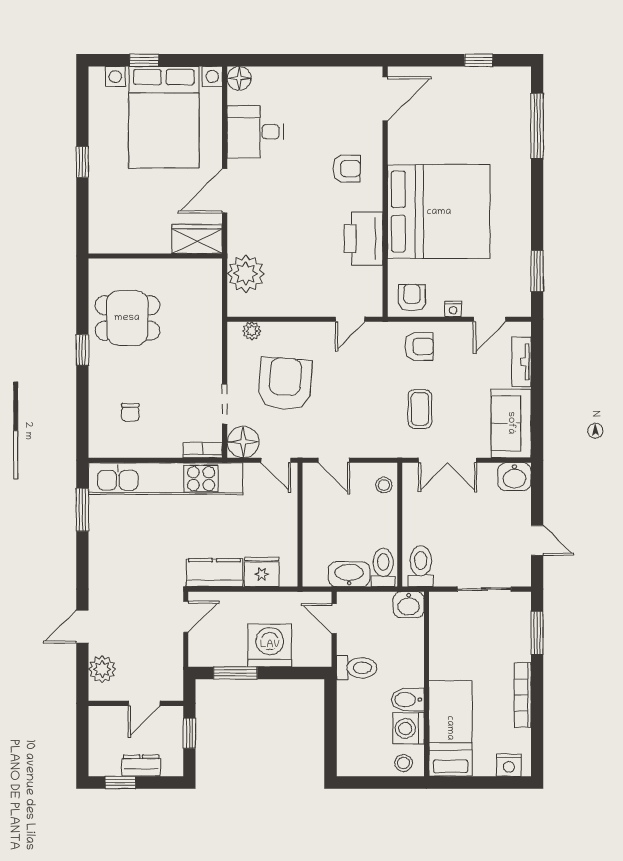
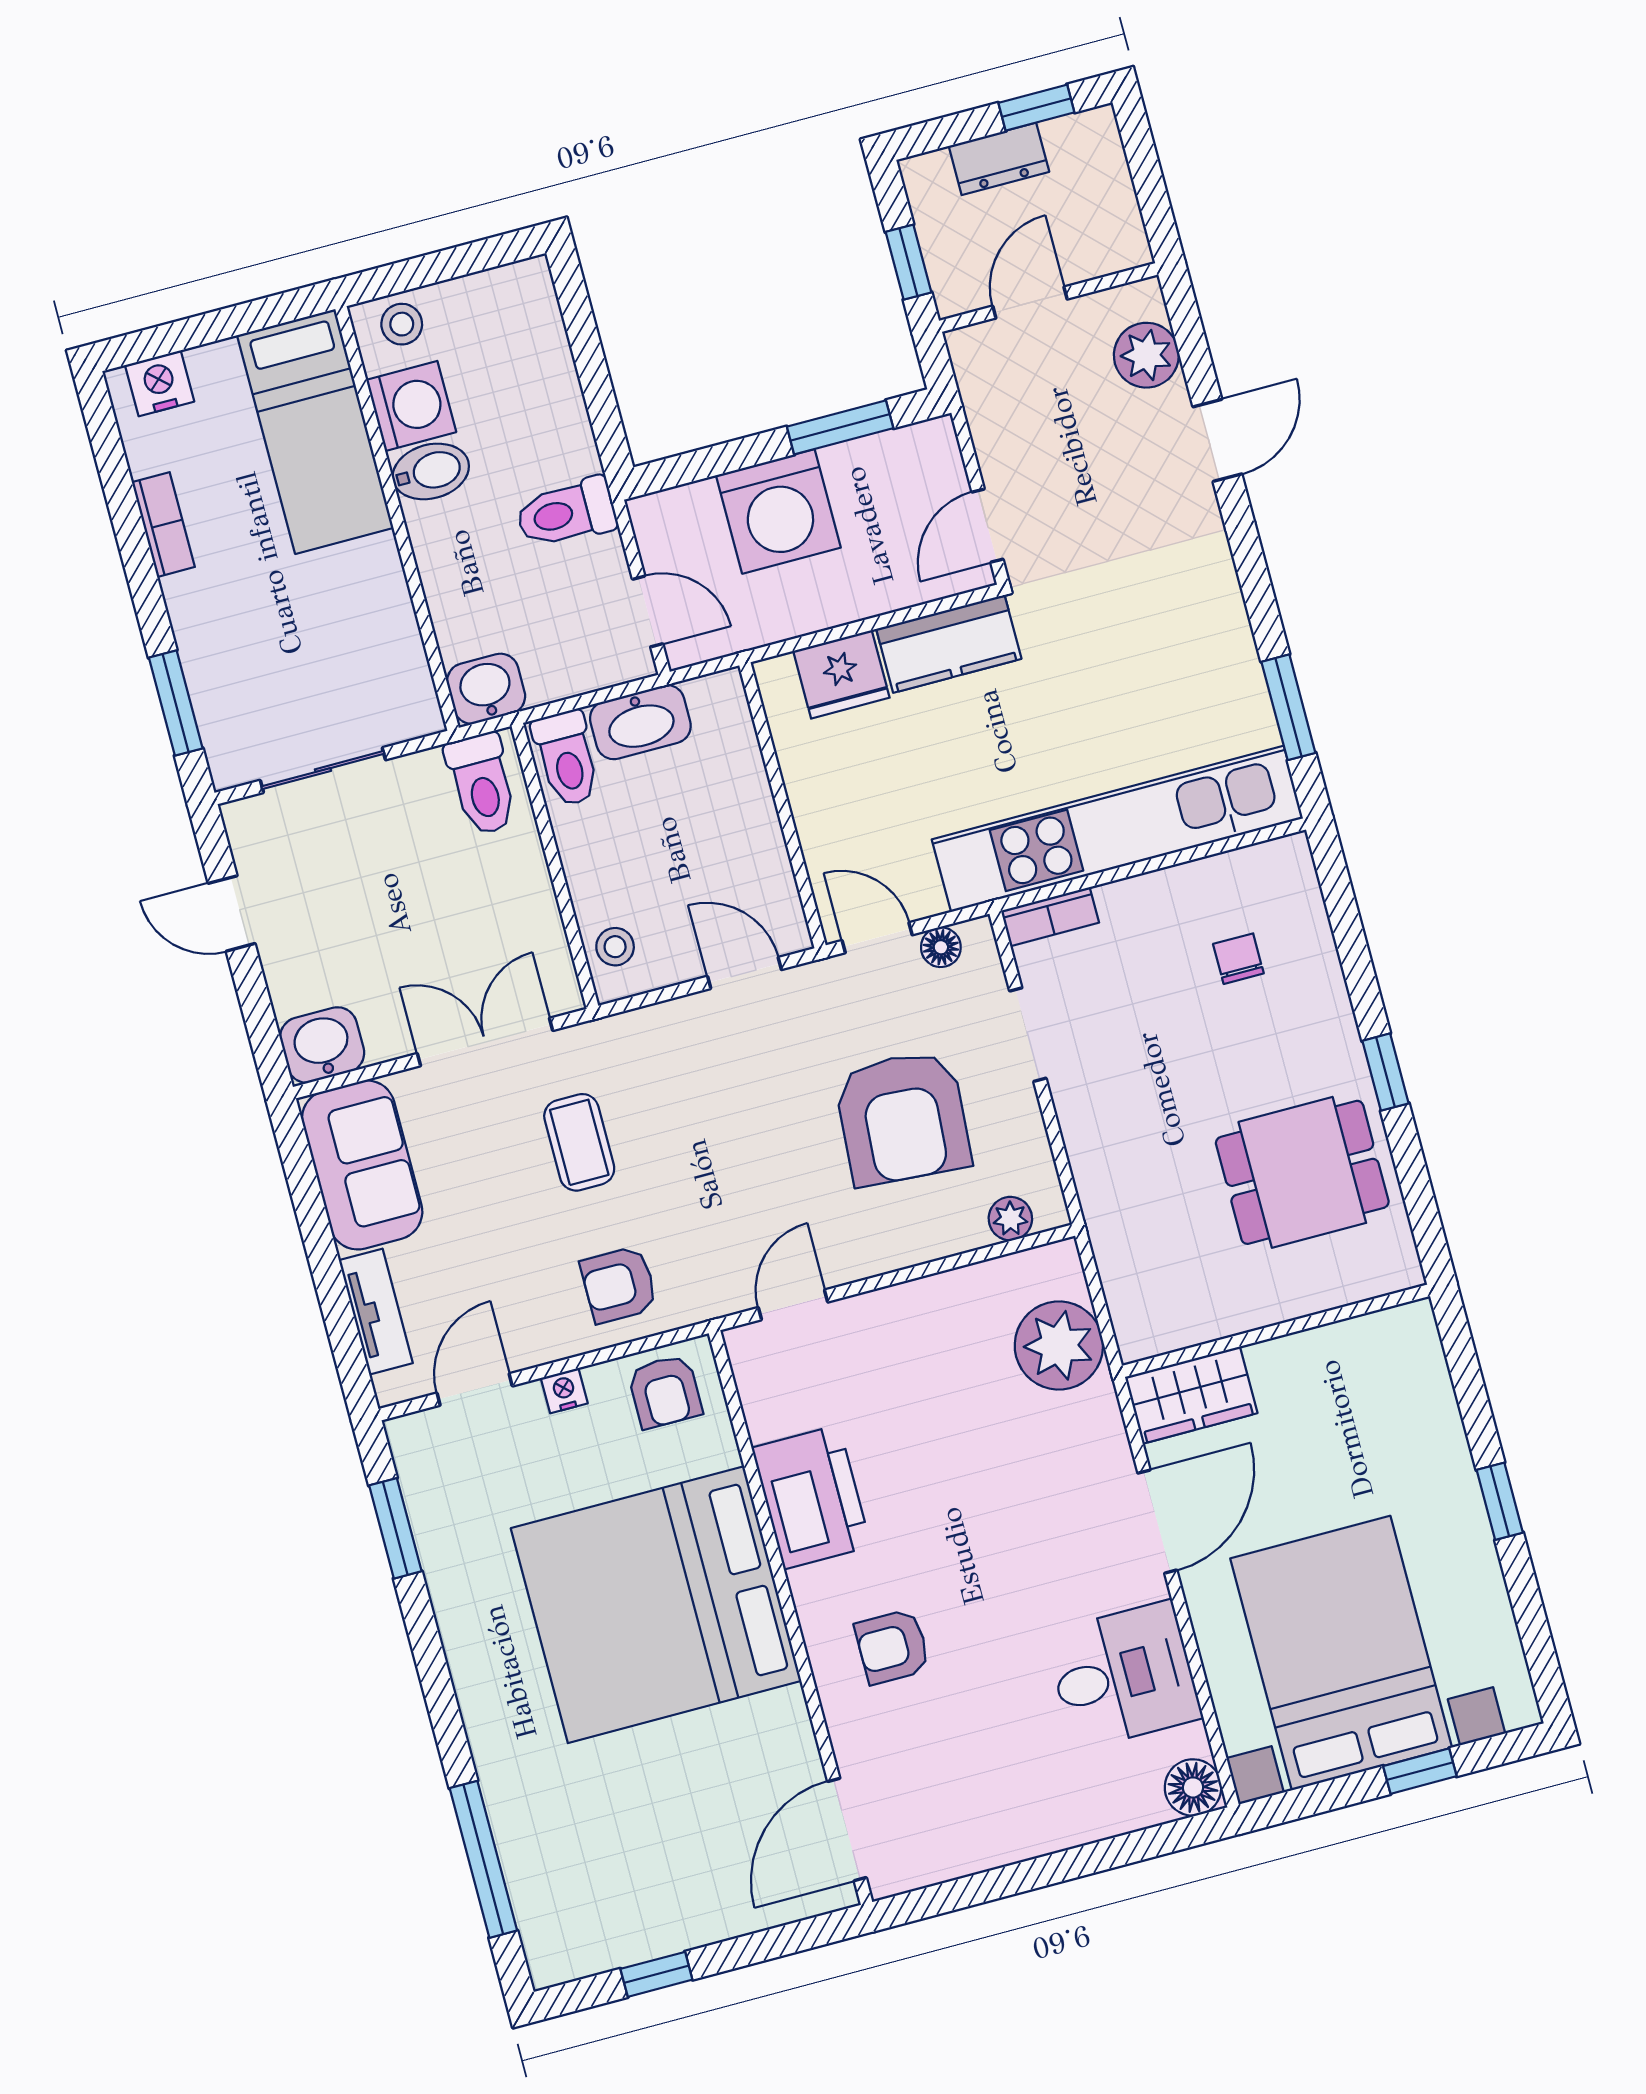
floor lamp: (243, 442) -> (941, 947), width x0.53, depth x0.53
bookcase: (523, 695) -> (163, 525), width x0.64

